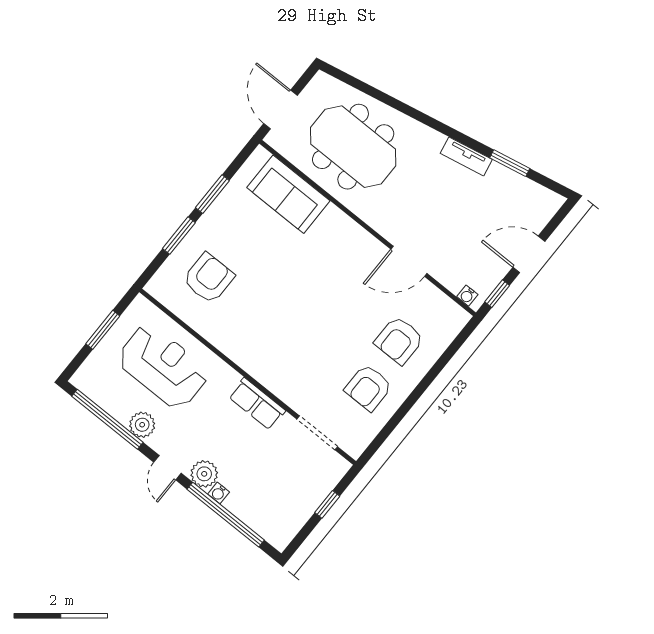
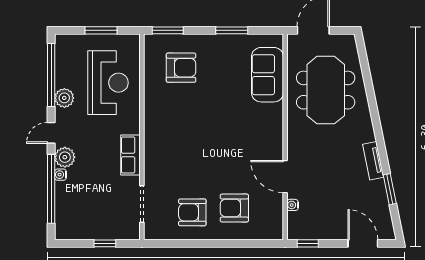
window: (179, 236) -> (168, 30), moved
door: (529, 254) -> (363, 243), moved
water cooler: (467, 296) -> (293, 205), moved

